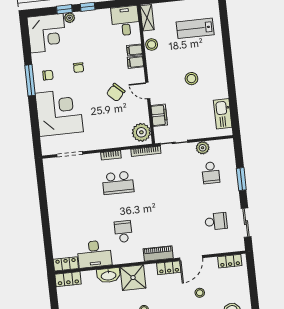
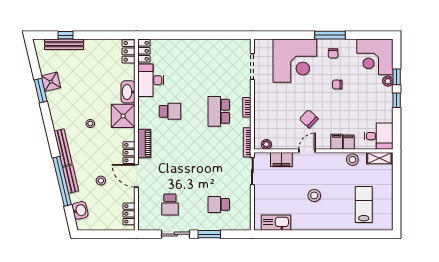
plant: (141, 132) -> (266, 144), width x0.53, depth x0.53
plant: (203, 148) -> (244, 199), removed
sliding door: (246, 223) -> (176, 234), moved

